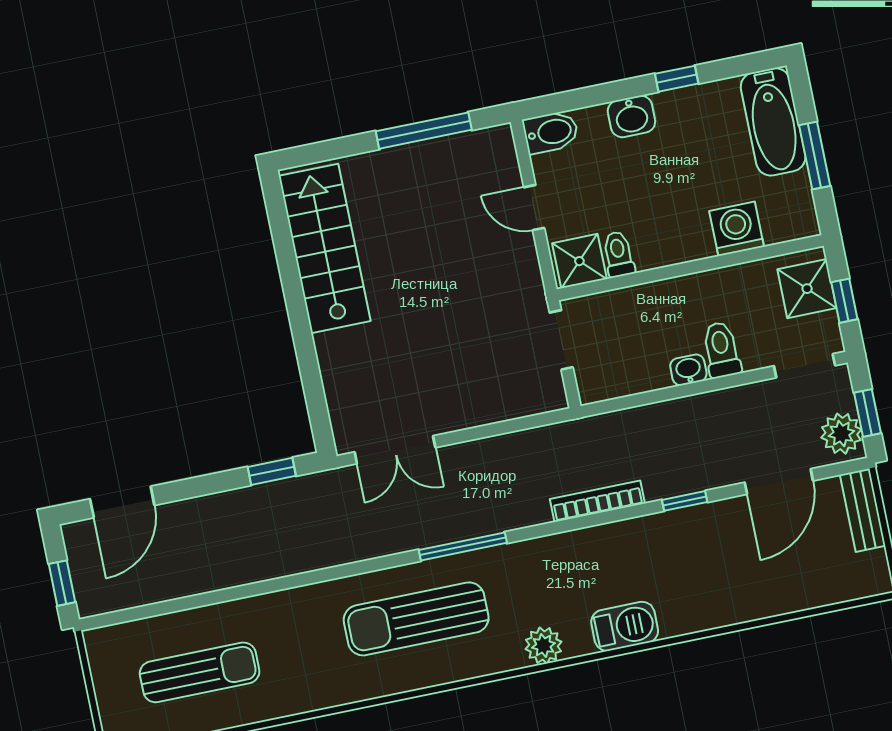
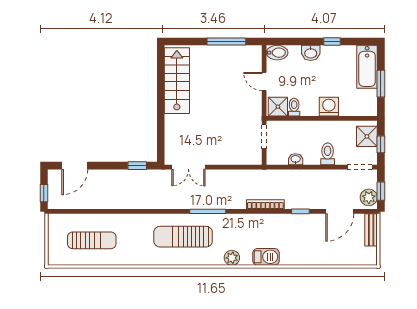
washing machine: (737, 229) -> (329, 107), moved
washbasin: (688, 370) -> (296, 159), moved

